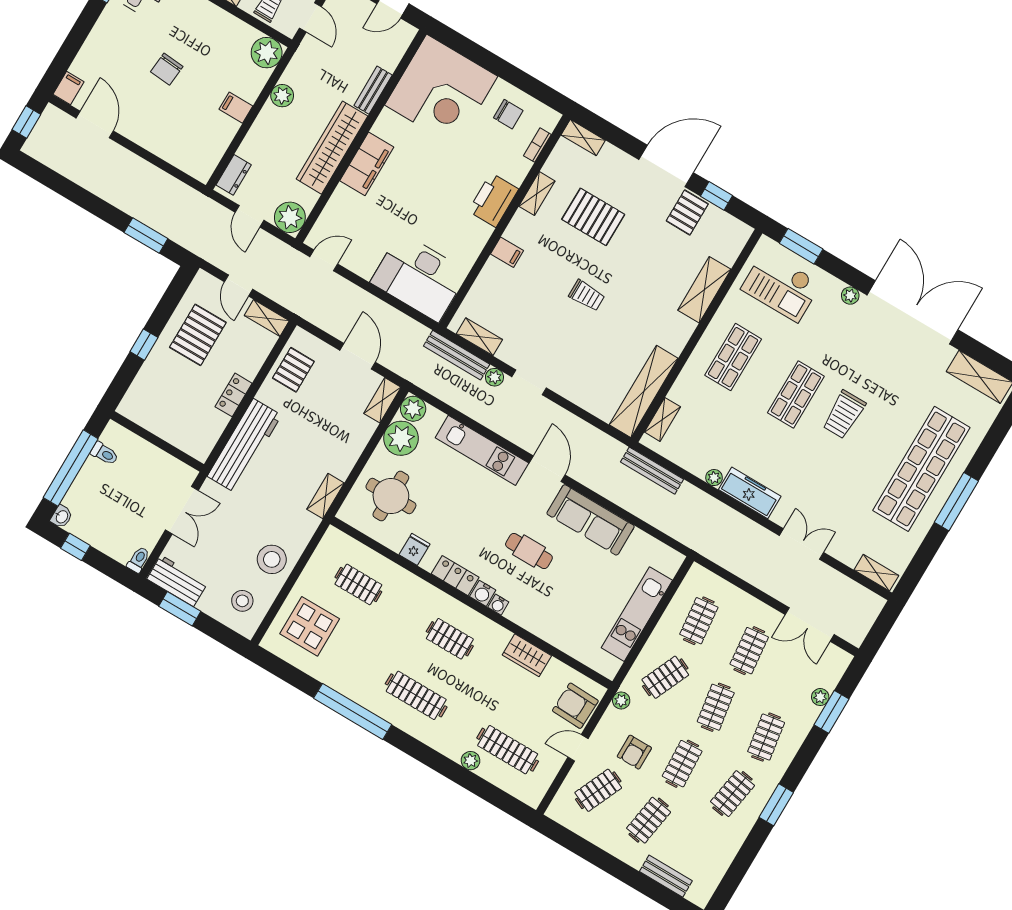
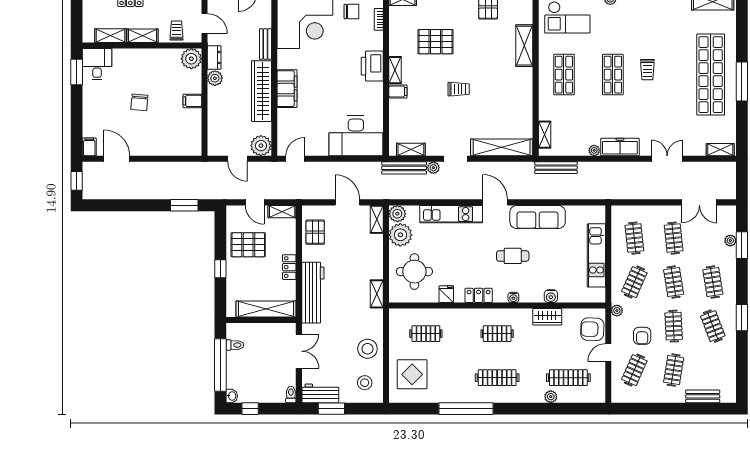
dresser: (234, 175) -> (214, 58), moved
shelving: (537, 194) -> (395, 70), moved
pallet: (198, 335) -> (248, 245), turned 90
shelving: (644, 391) -> (502, 147), moved, turned 90
trolley: (844, 414) -> (647, 70), width x0.73, depth x0.72
shelving: (172, 431) -> (266, 309), added
water cooler: (483, 593) -> (551, 296), moved
clothes rail: (733, 794) -> (713, 326), turned -30

